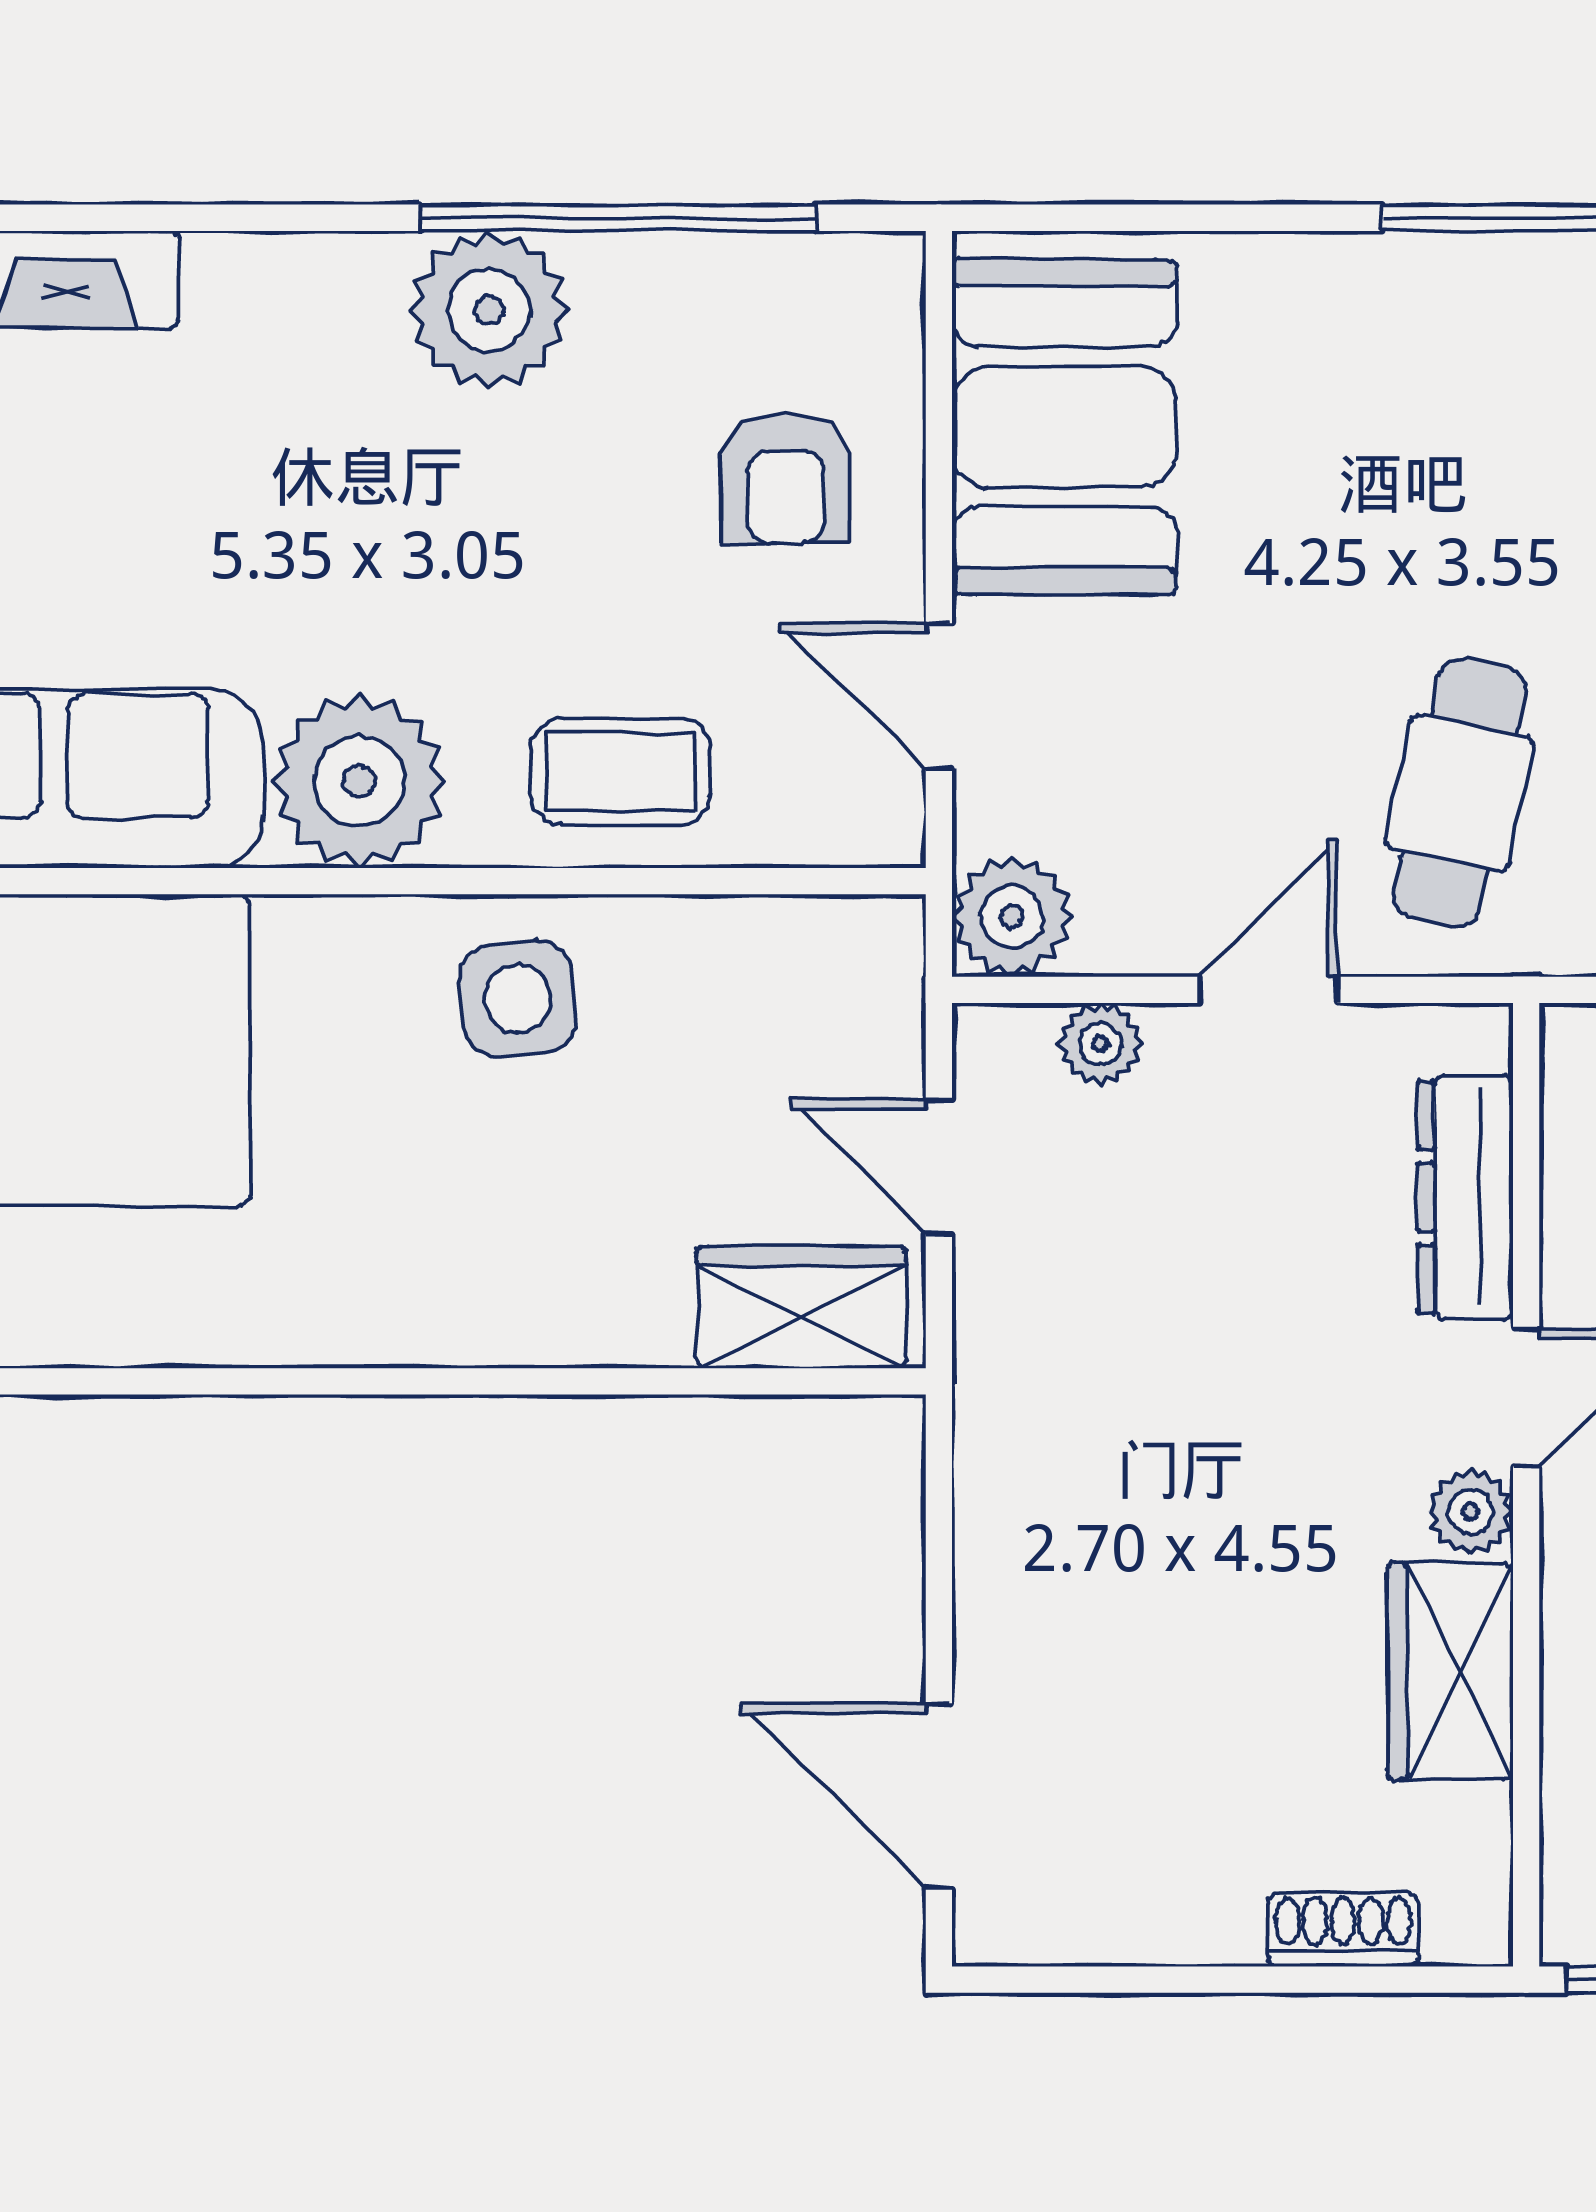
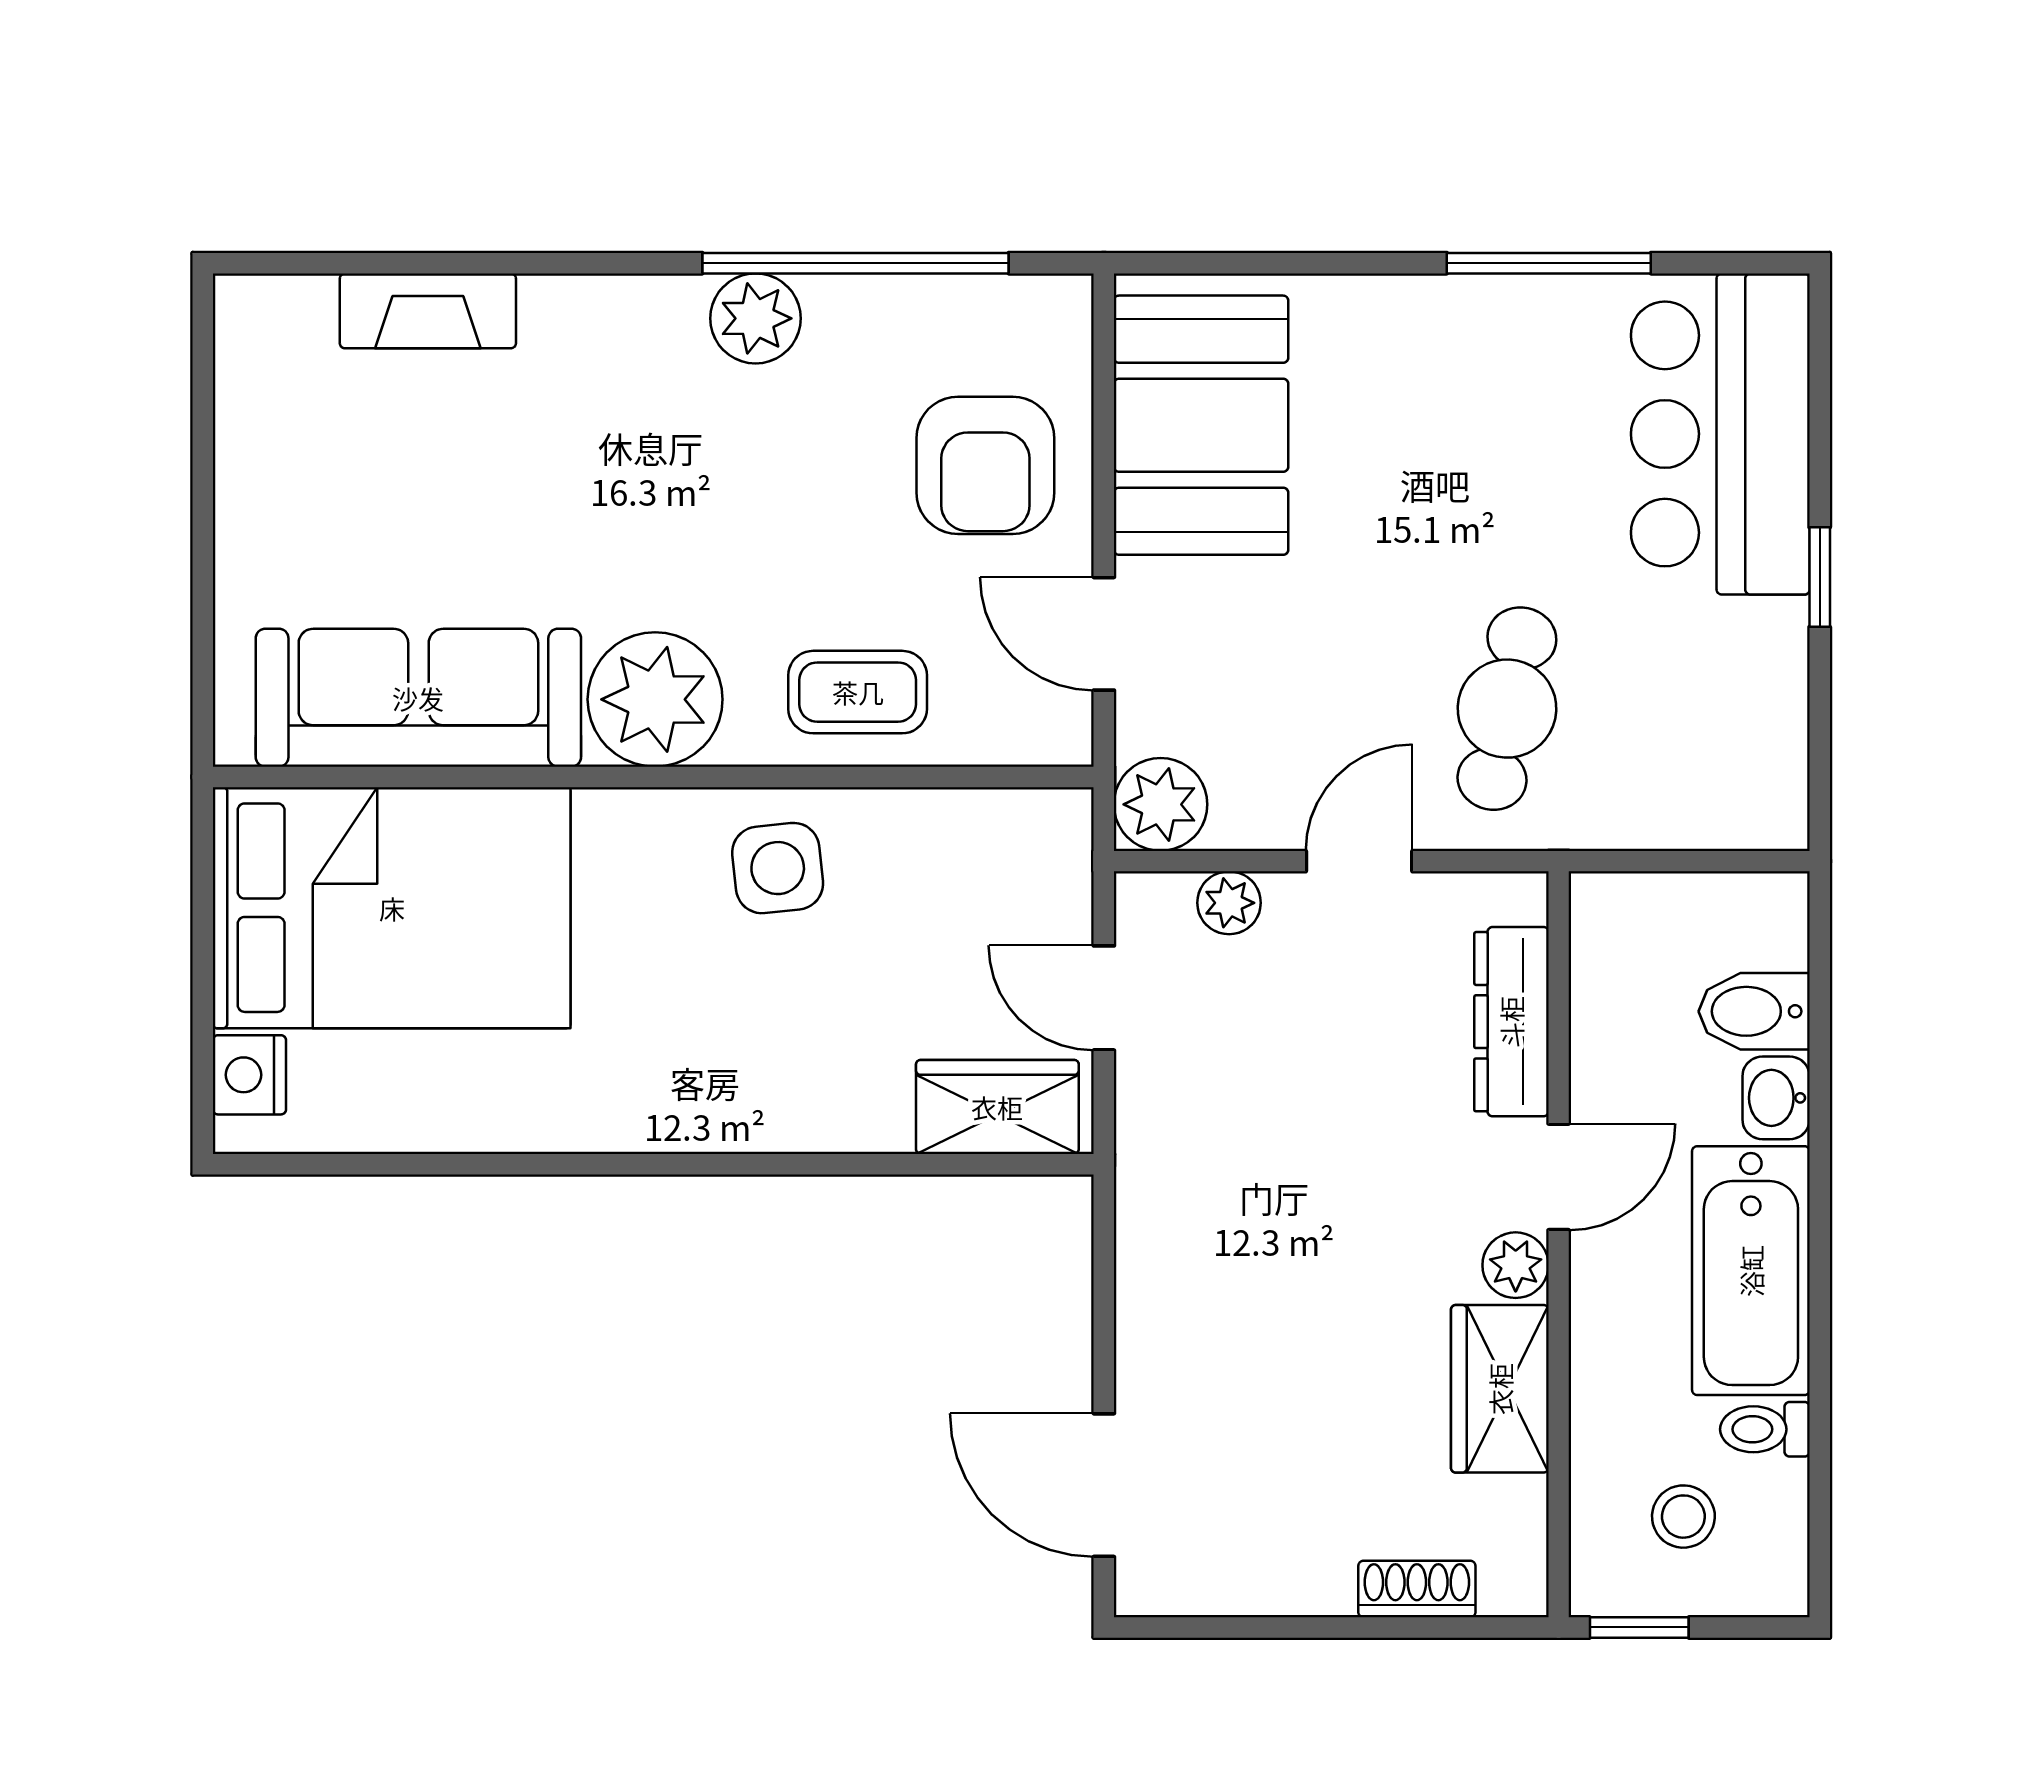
plant: (489, 310) -> (756, 318), width x0.73, depth x0.73
armchair: (786, 479) -> (985, 465), width x1.38, depth x1.38

